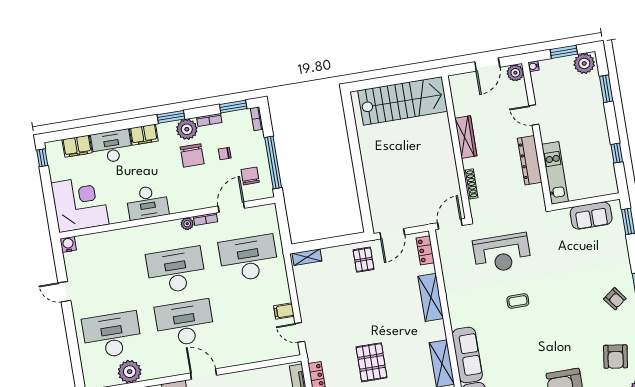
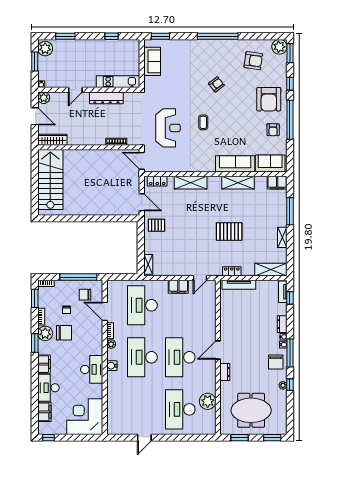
wardrobe: (466, 137) -> (52, 140), moved
water cooler: (68, 244) -> (112, 366), moved
armchair: (615, 299) -> (216, 84), moved
filing cabinet: (284, 311) -> (178, 287), width x2.00

